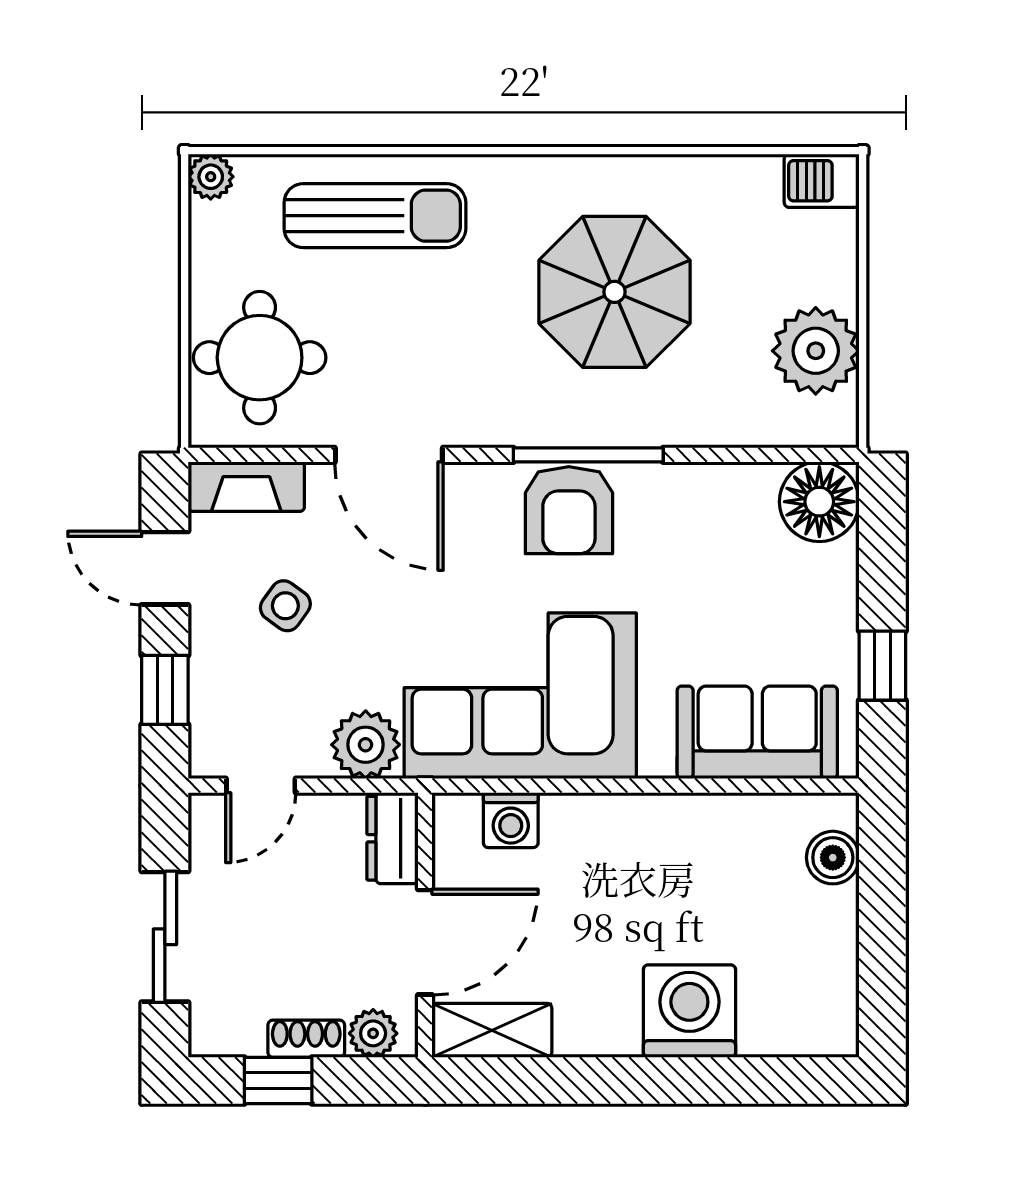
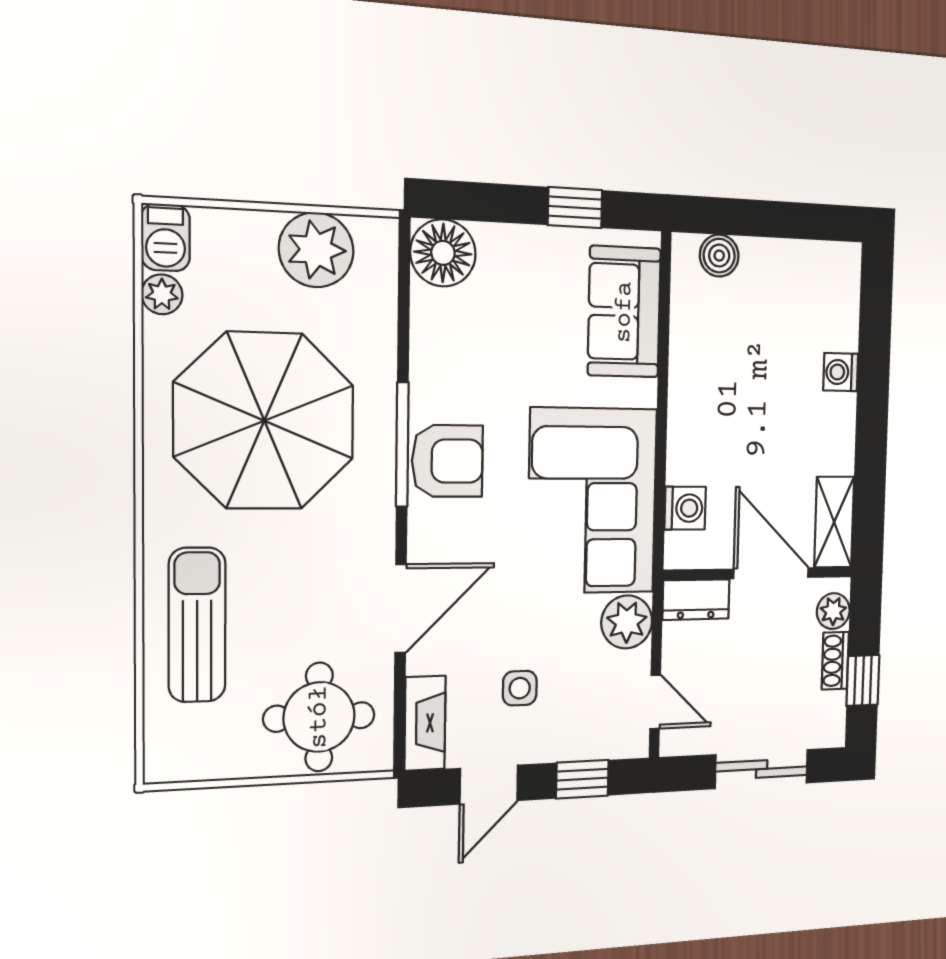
plant: (211, 177) -> (162, 294), moved
parasol: (614, 292) -> (264, 421), width x1.36, depth x1.36
side table: (285, 606) -> (520, 688), turned -36
washing machine: (689, 1011) -> (841, 372), width x0.53, depth x0.53

